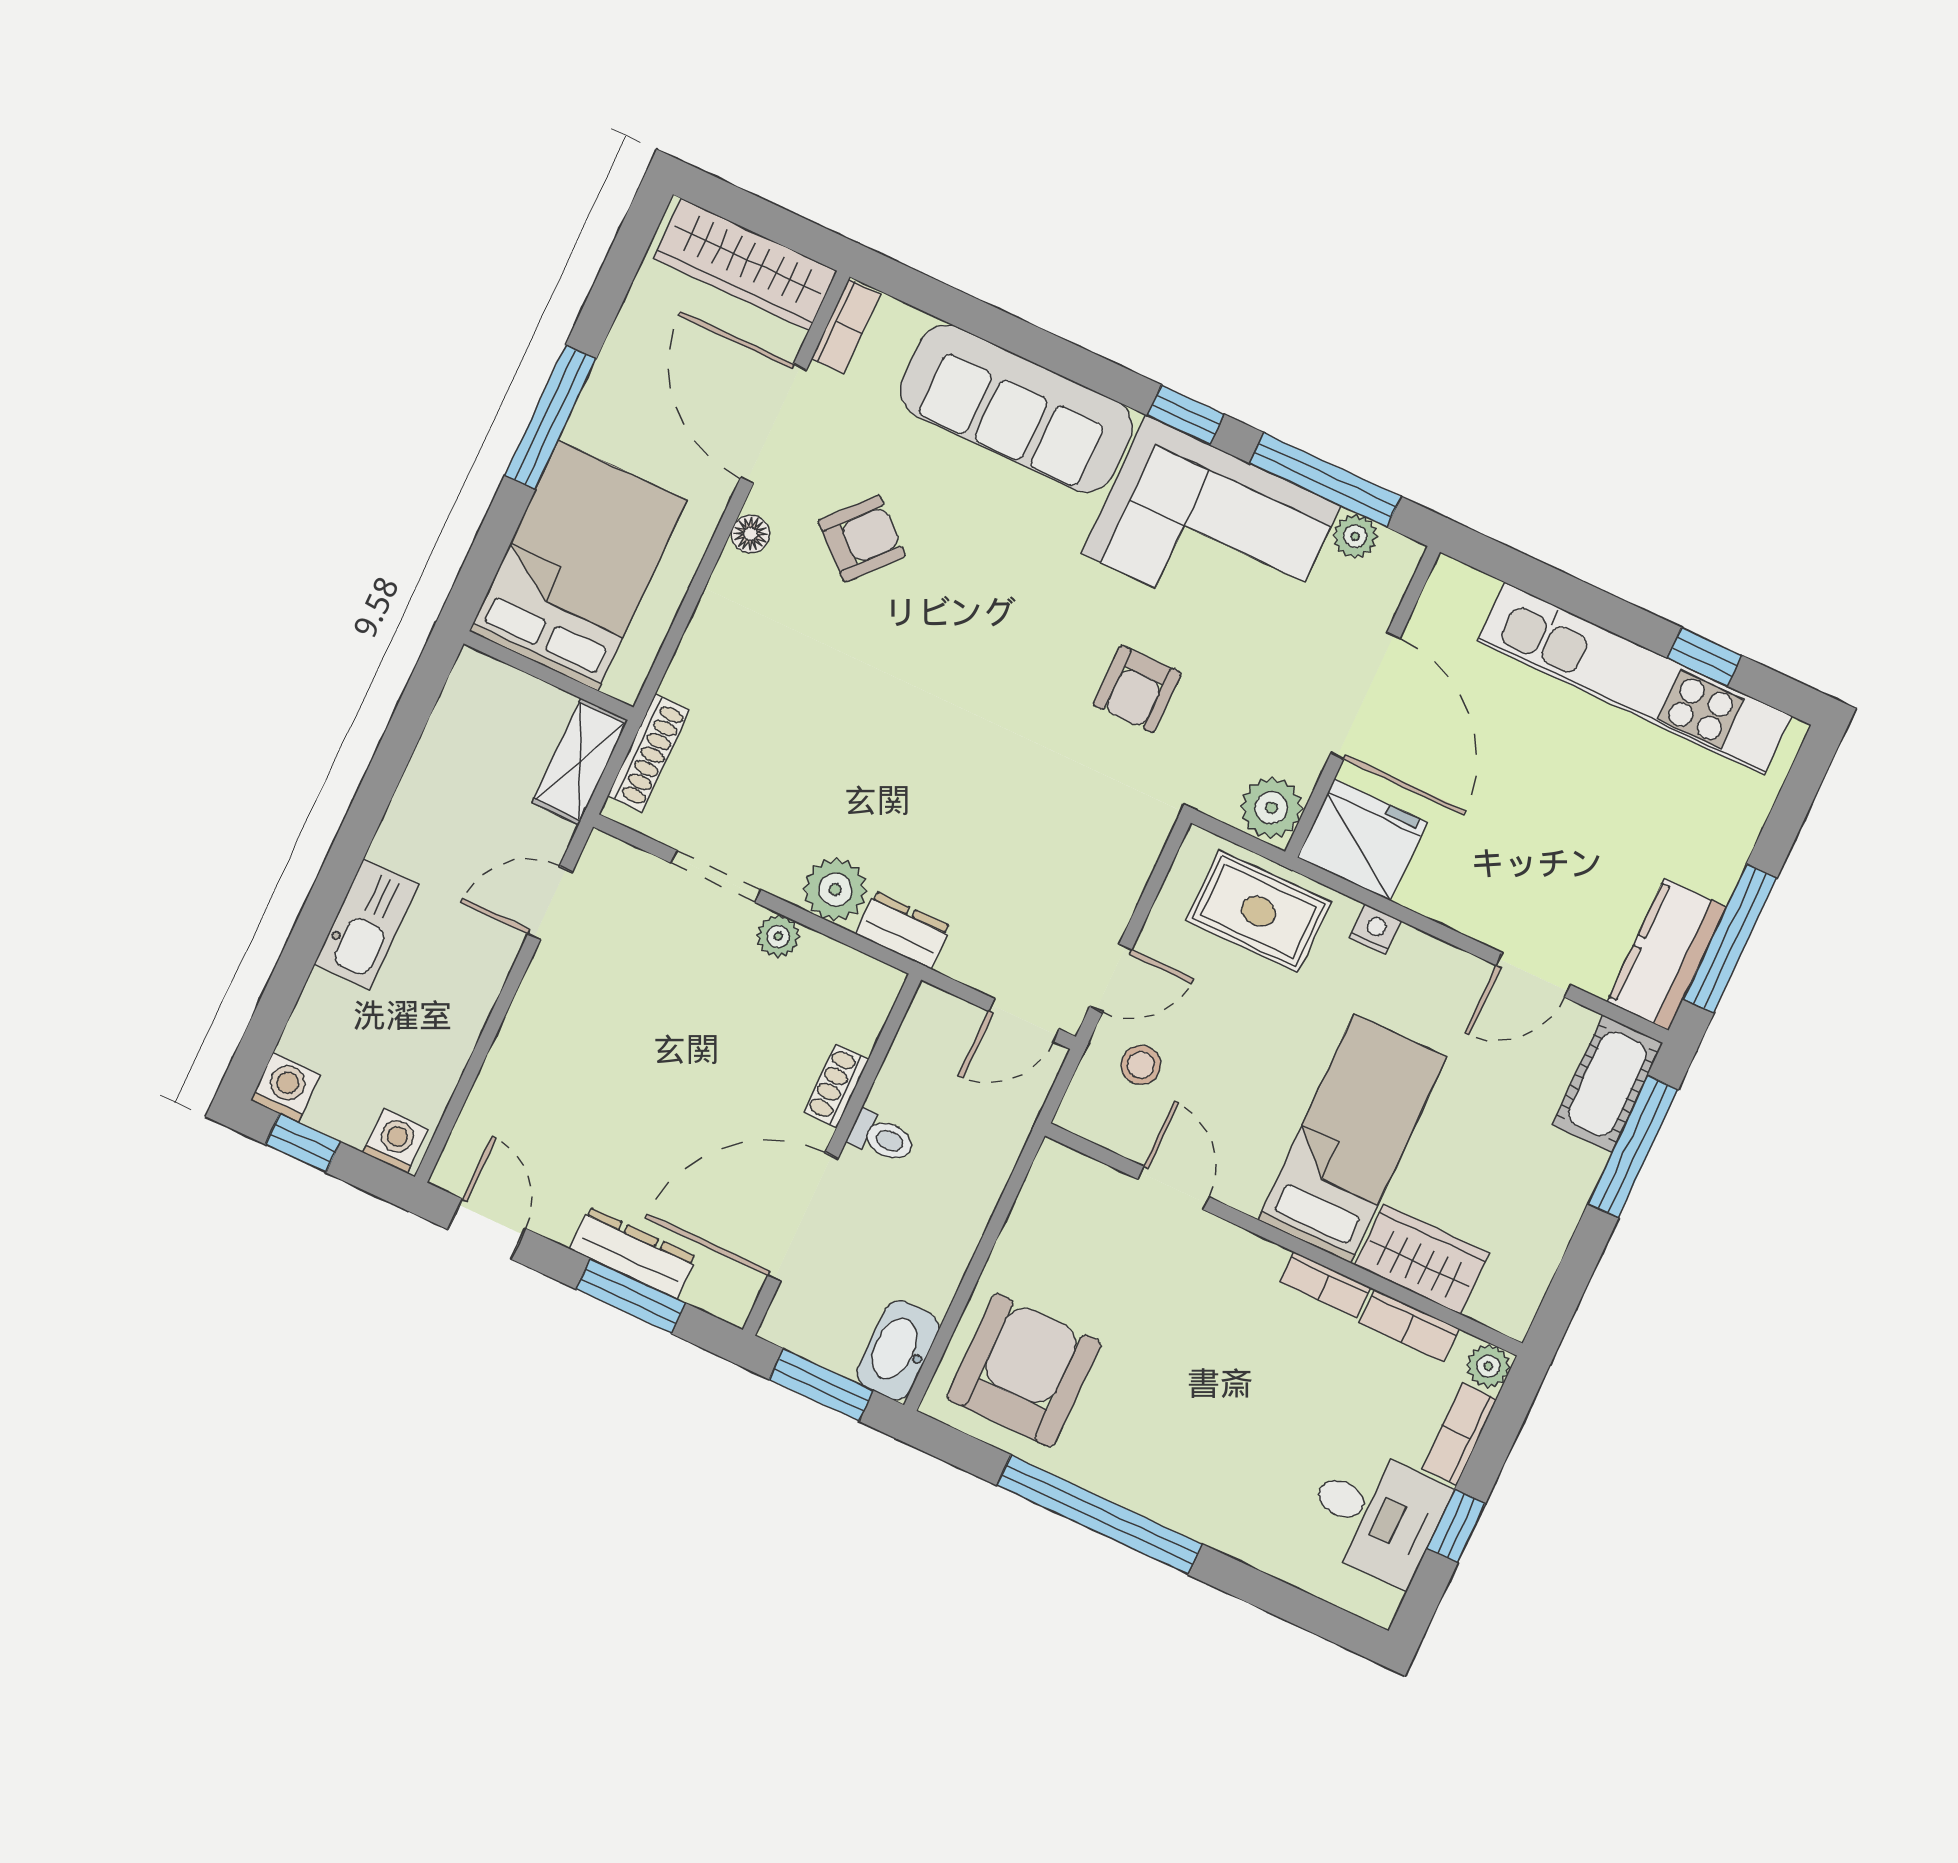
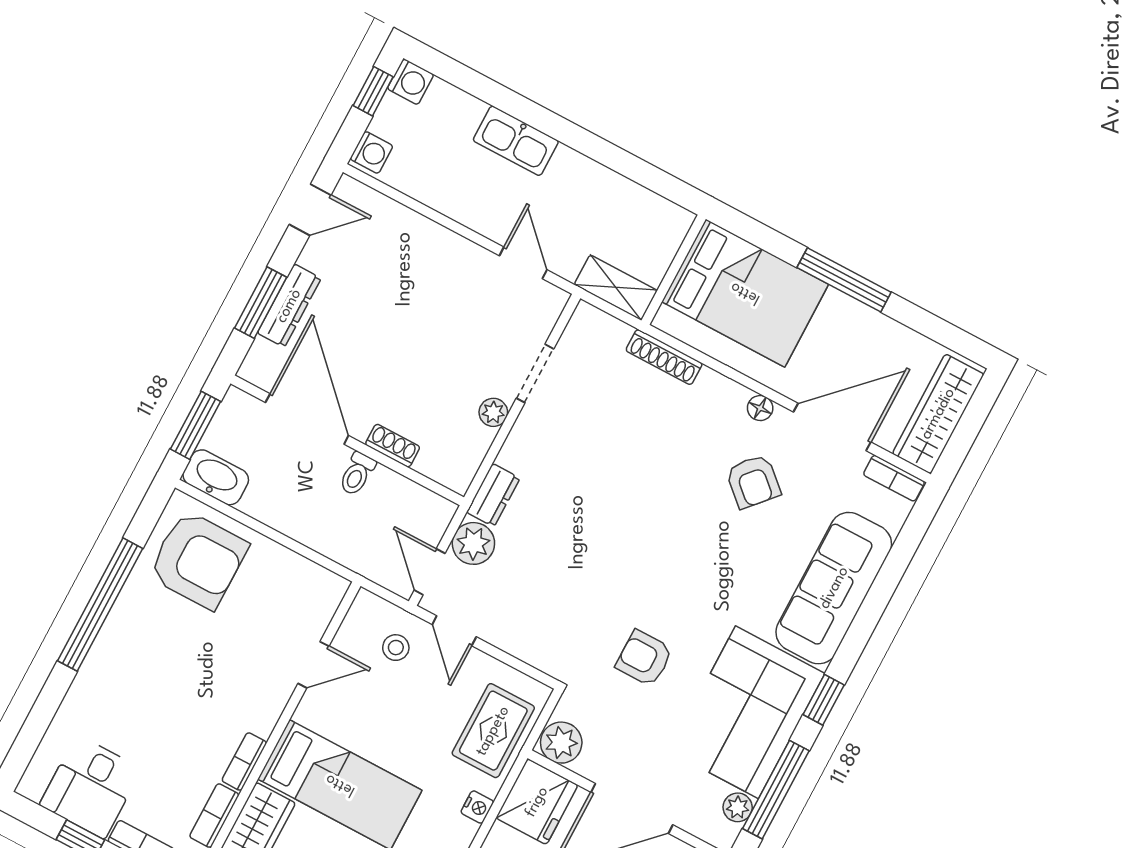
shoe rack: (648, 753) -> (664, 357), moved
plant: (835, 890) -> (473, 543), moved

